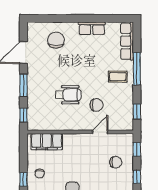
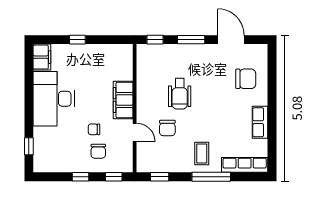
filing cabinet: (47, 142) -> (123, 100), moved
chair: (40, 174) -> (94, 129), moved

